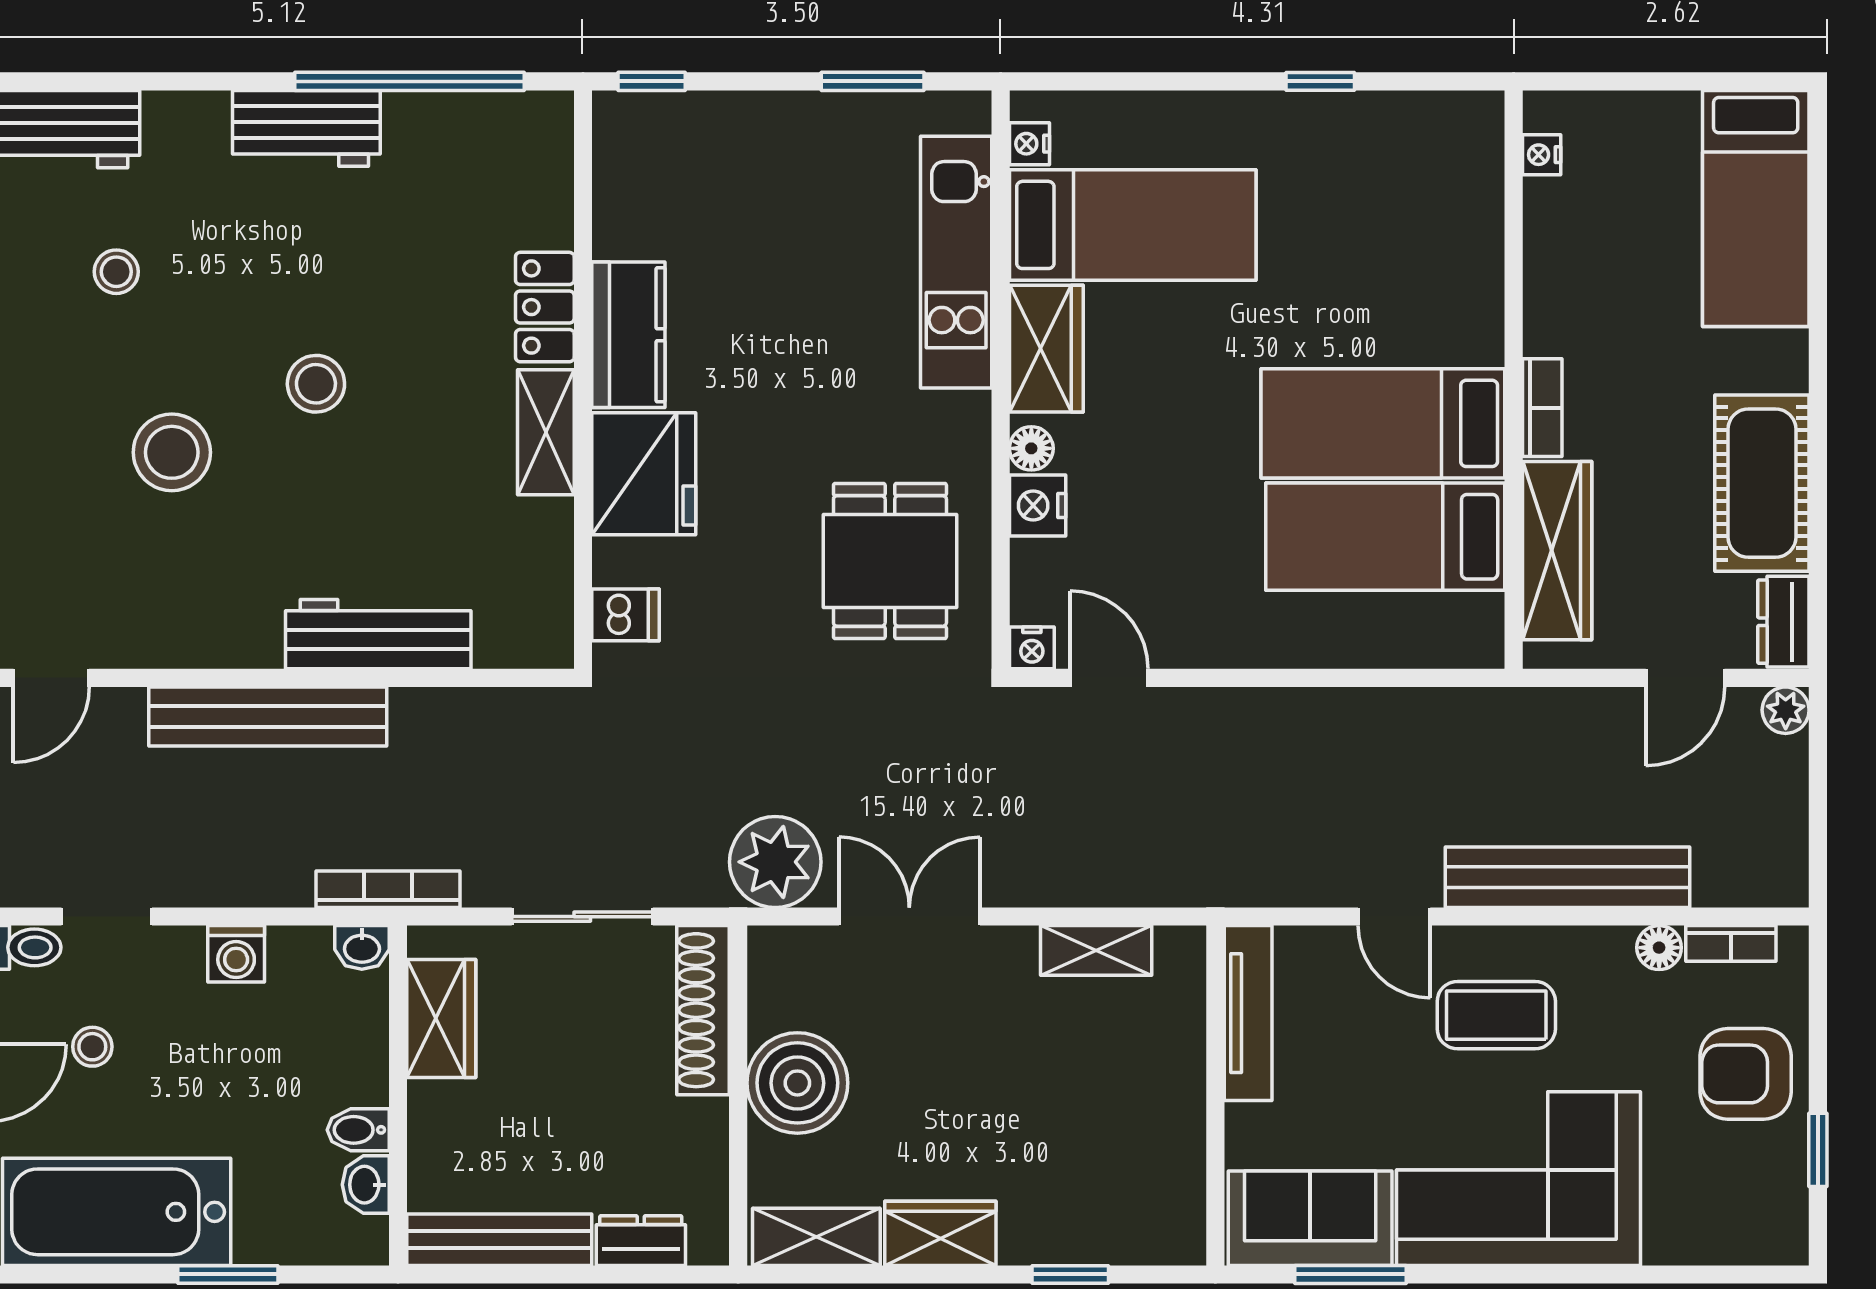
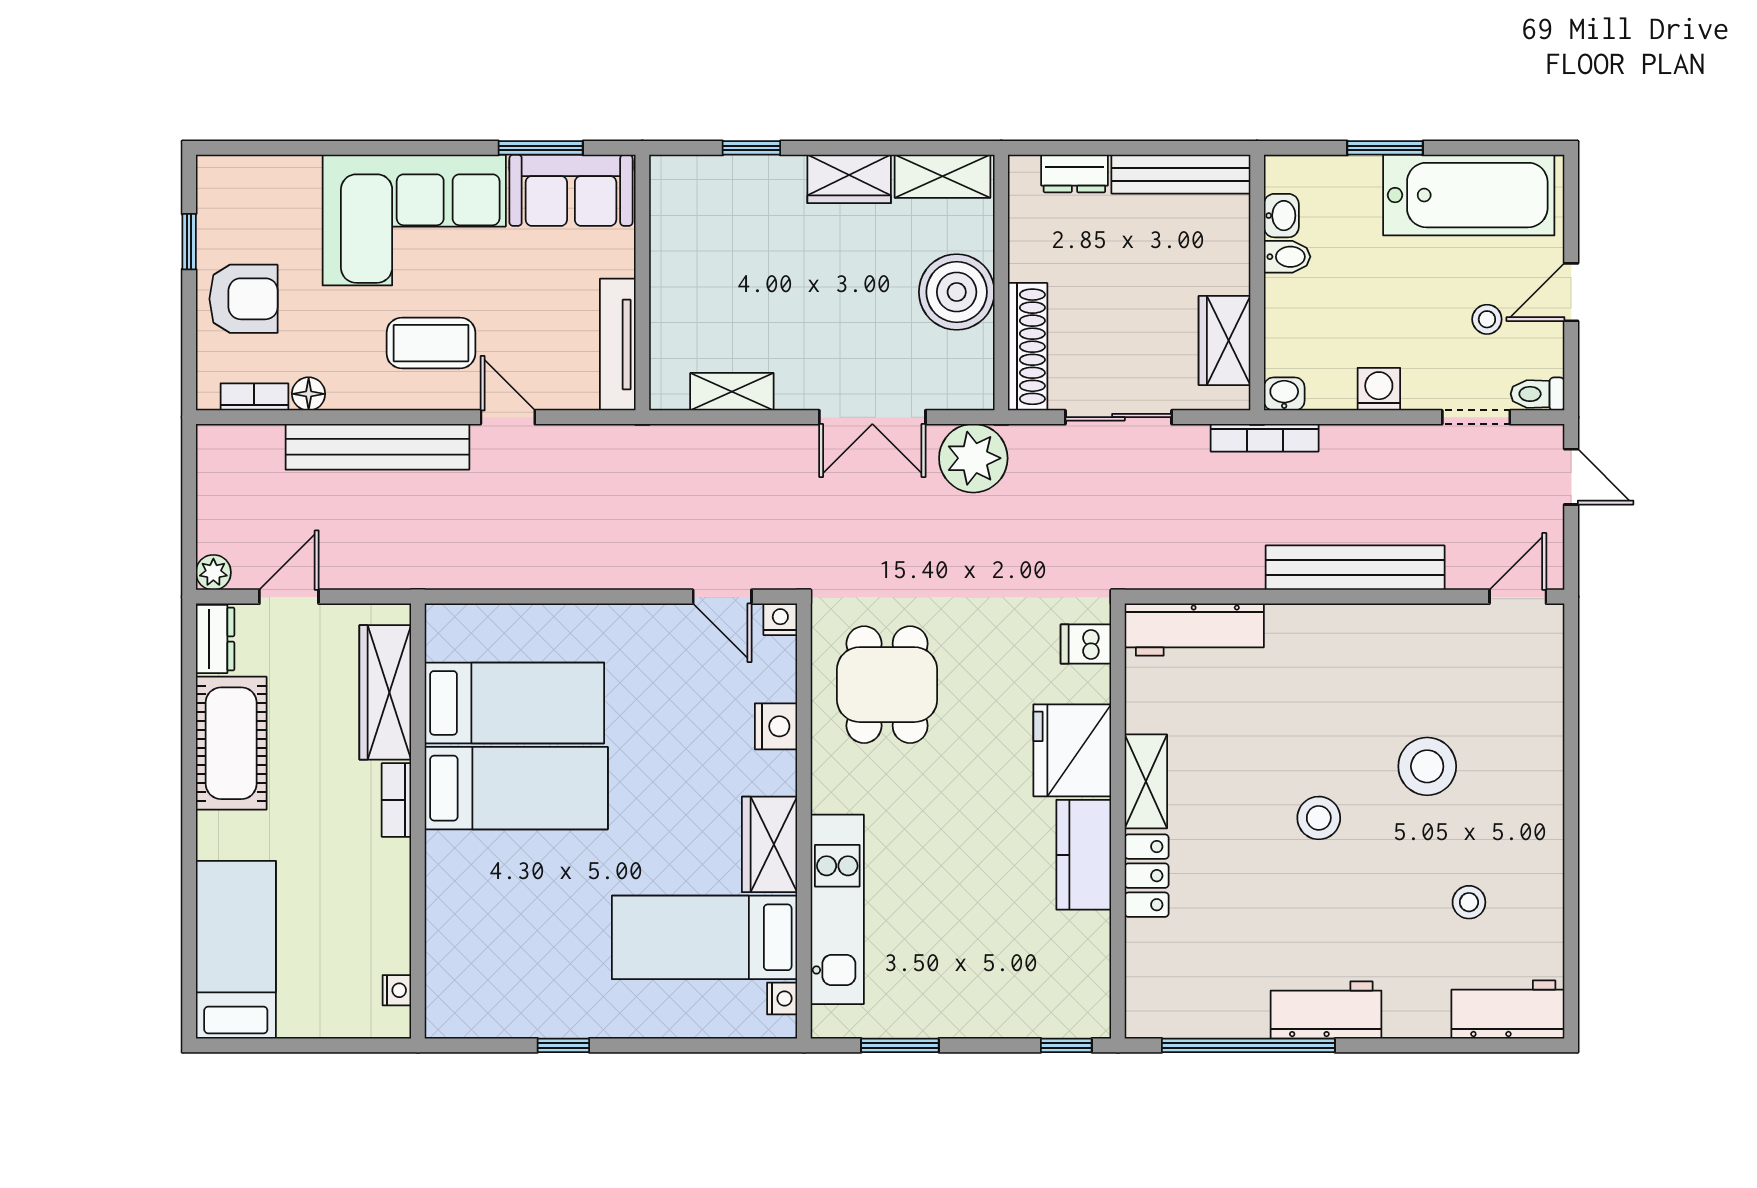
floor lamp: (1031, 448) -> (781, 769), removed
workbench: (378, 634) -> (1194, 630), moved

